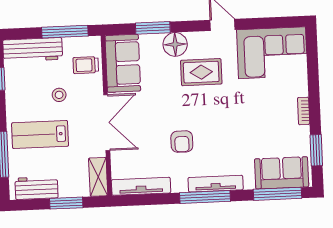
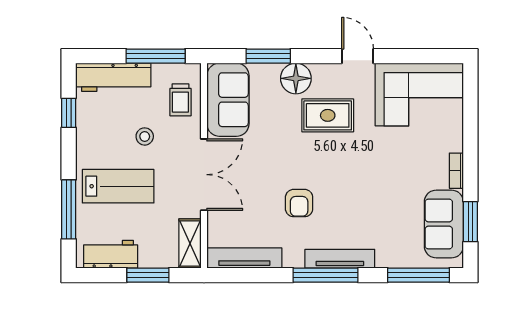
trolley: (86, 65) -> (180, 100), turned -90
lab bench: (40, 135) -> (118, 186), turned 180
sofa: (282, 173) -> (444, 224), moved, turned -90

